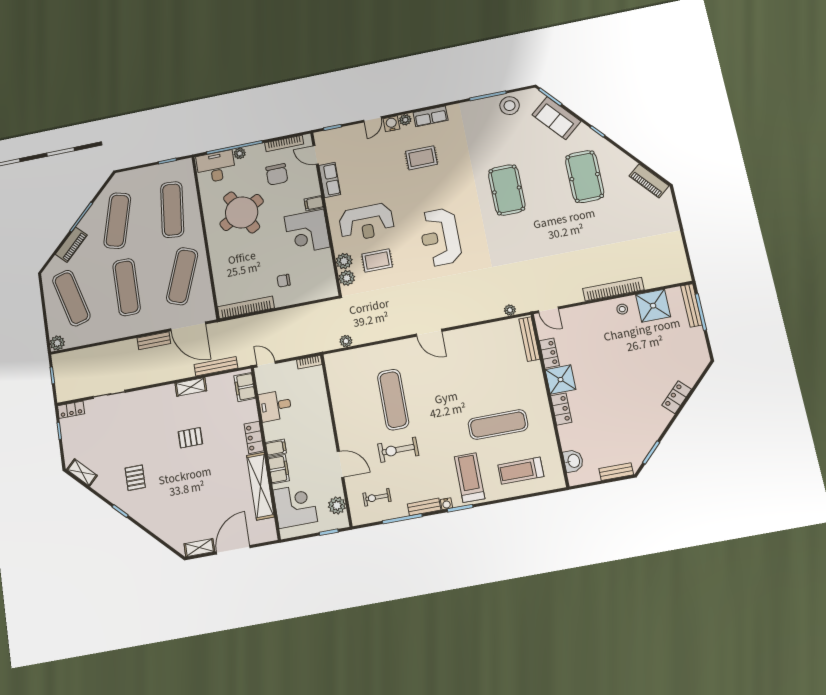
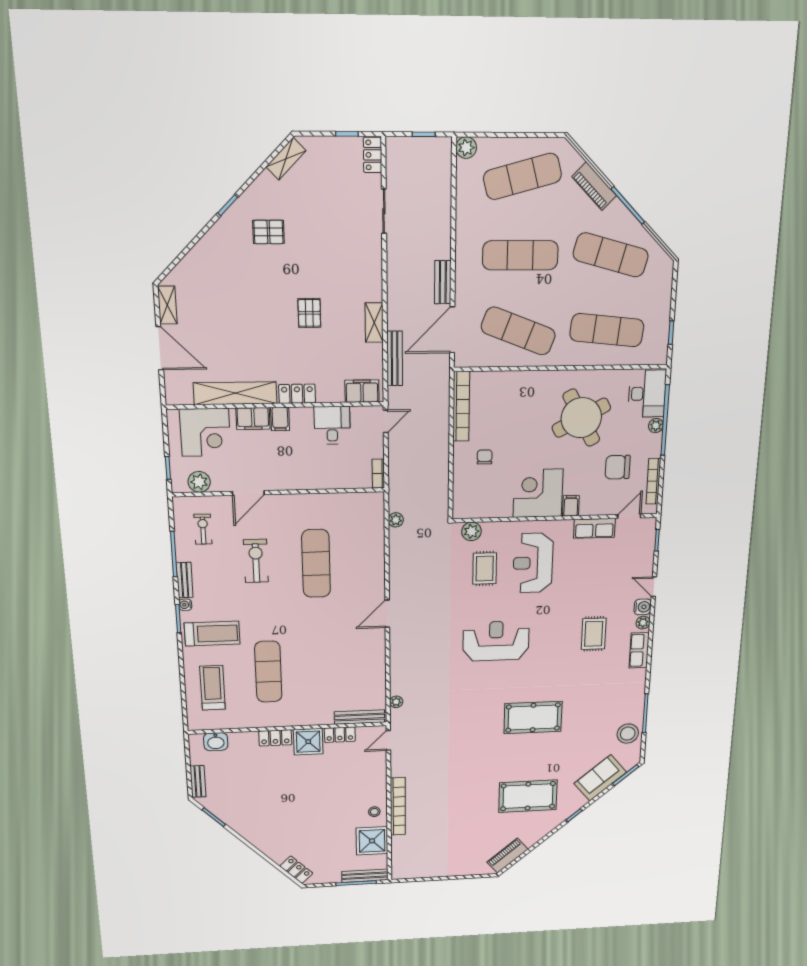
plant: (344, 261) -> (492, 531), removed
locker: (677, 397) -> (296, 870), moved
exercise mat: (393, 400) -> (316, 563), turned 90

